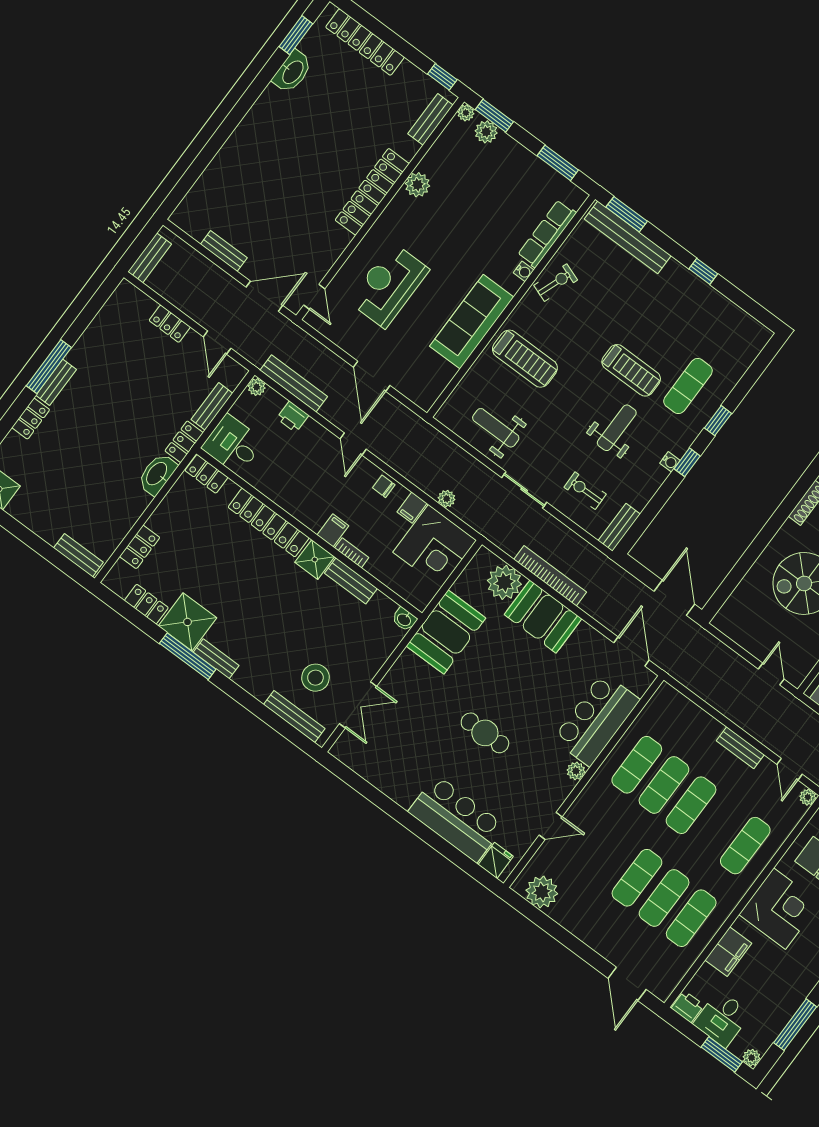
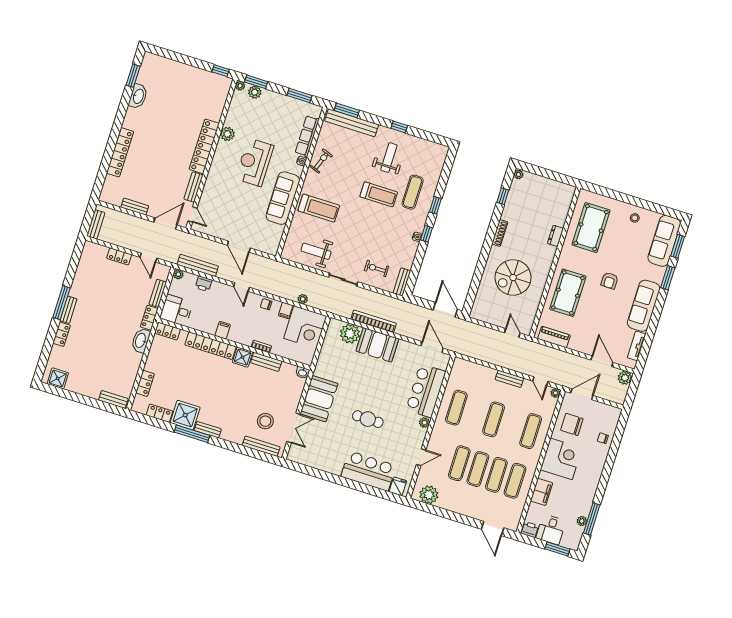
locker: (365, 42) -> (120, 152), moved, turned -90
bench: (430, 119) -> (193, 187), moved
reception desk: (389, 285) -> (255, 162), moved
weight bench: (617, 428) -> (389, 158), moved
filing cabinet: (333, 530) -> (223, 330), moved
booth: (446, 632) -> (319, 399), moved
exercise mat: (664, 785) -> (459, 463), moved
plant: (752, 1058) -> (582, 521), moved

